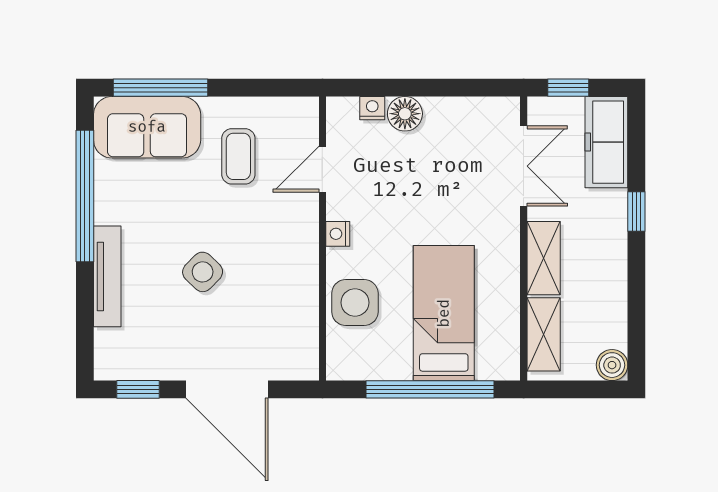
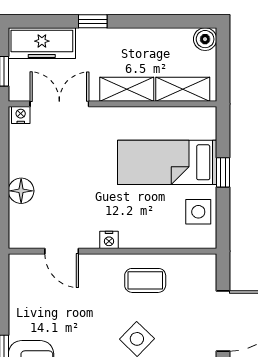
nightstand: (372, 108) -> (21, 115), moved, turned 90
coffee table: (238, 156) -> (145, 280), moved
side table: (355, 303) -> (198, 212), moved, width x0.73, depth x0.73
window: (430, 389) -> (223, 172), width x0.32

